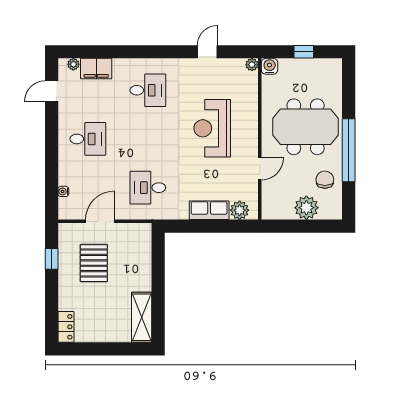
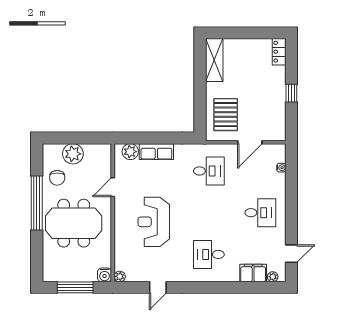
window: (304, 52) -> (75, 287), width x2.17
reception desk: (212, 128) -> (154, 222), turned 180
desk: (88, 139) -> (260, 213), turned 180
window: (52, 259) -> (291, 93), moved
pallet: (94, 263) -> (226, 115), moved

